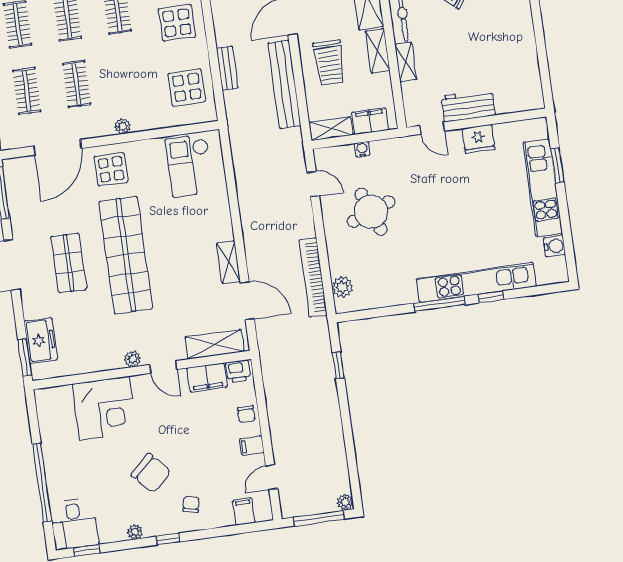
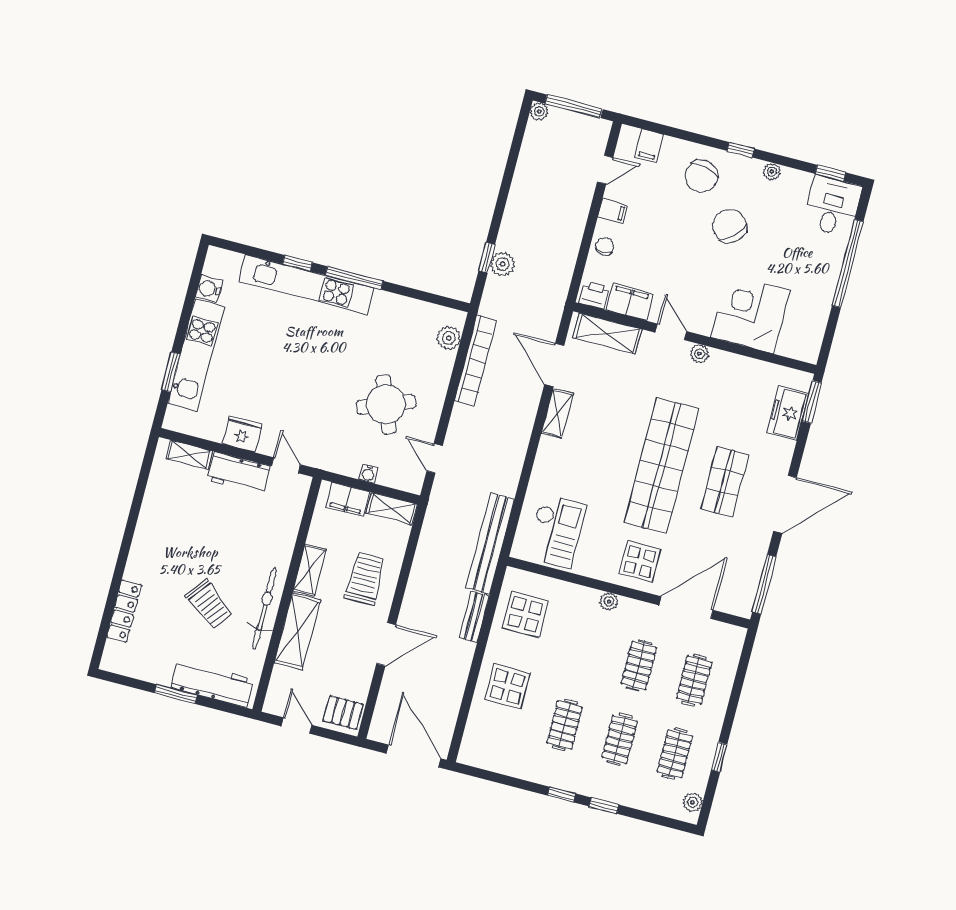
shelving: (406, 62) -> (189, 455), moved, turned 90
bench: (284, 84) -> (490, 543), moved
plant: (323, 365) -> (503, 264), added
chair: (191, 504) -> (701, 176), width x1.87, depth x1.87

